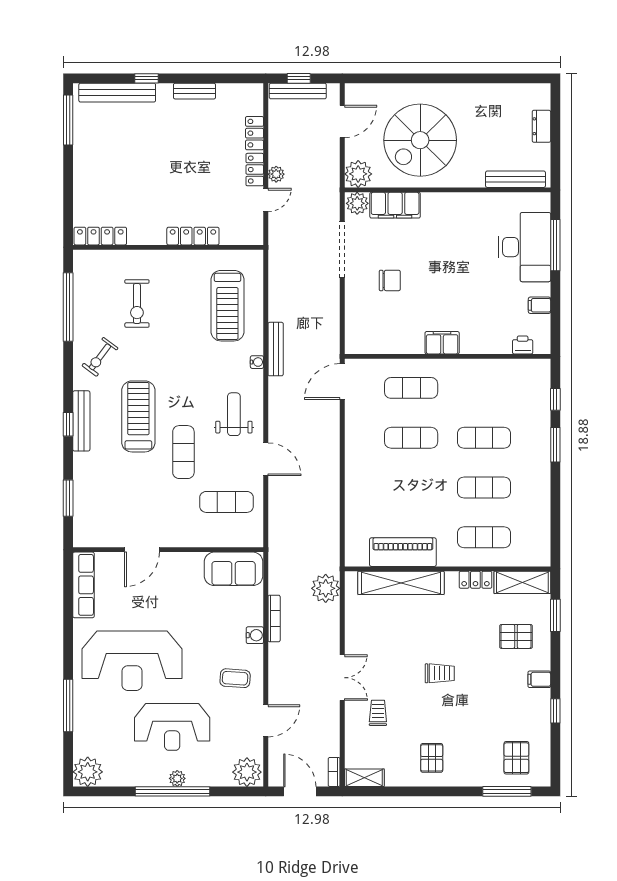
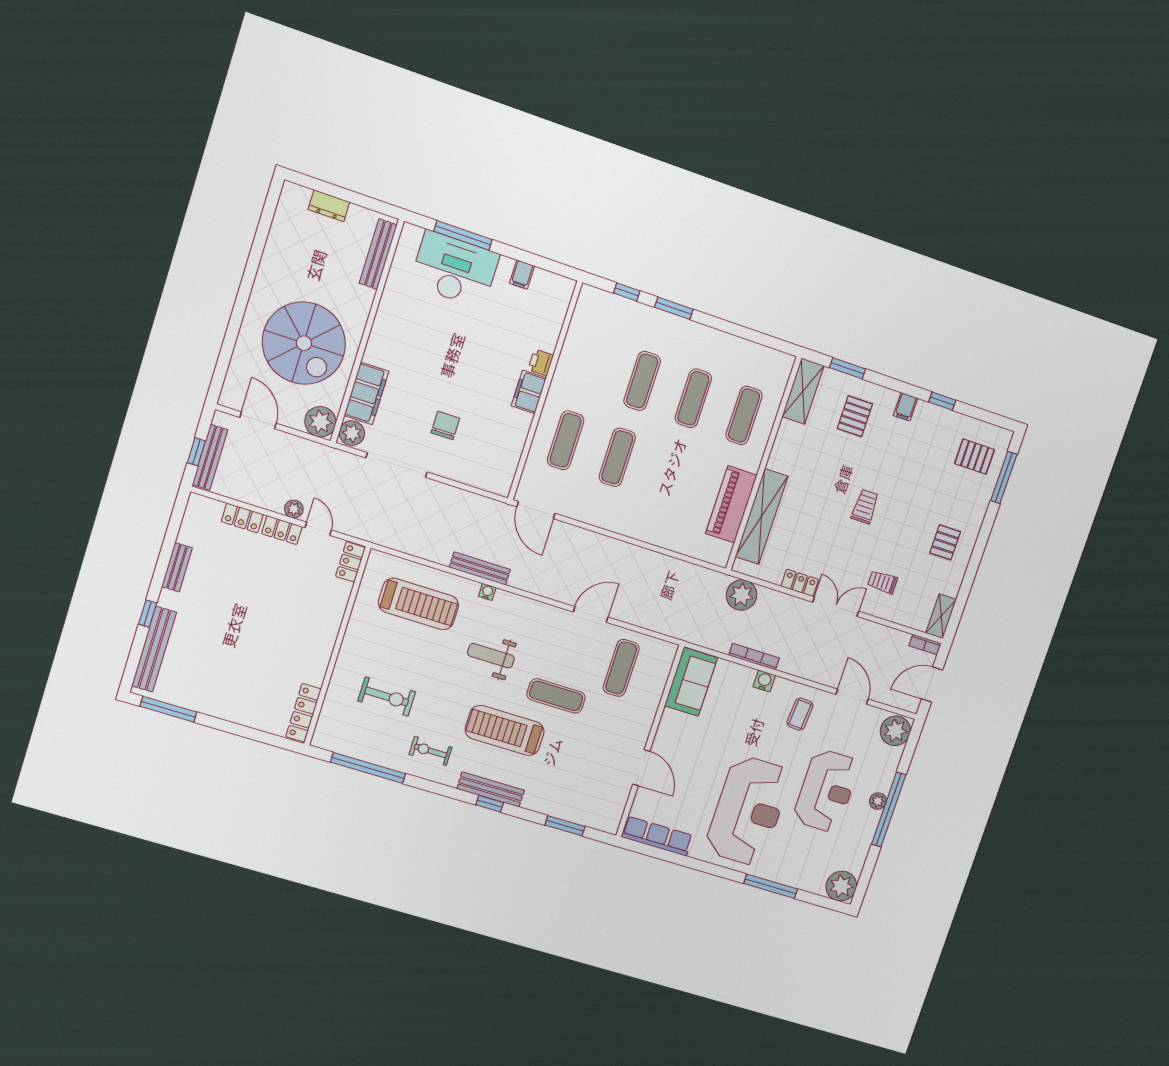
locker: (193, 236) -> (351, 562), moved, width x0.66
printer: (523, 345) -> (541, 362), moved
exercise bike: (100, 357) -> (430, 751), turned 143
weight bench: (234, 414) -> (491, 656), moved
locker: (475, 580) -> (800, 583), moved, turned -90
pallet: (432, 758) -> (945, 542), turned 90

